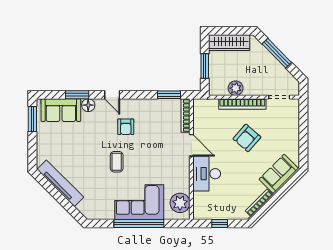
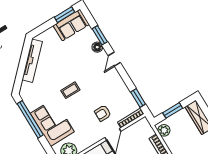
plant: (236, 88) -> (164, 130), moved
sofa: (61, 110) -> (71, 25), moved, turned -90
armchair: (126, 127) -> (103, 113), moved
window: (139, 223) -> (30, 119), moved

